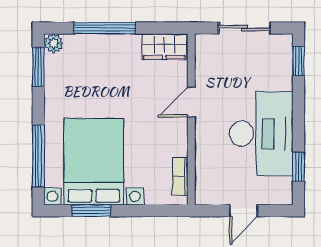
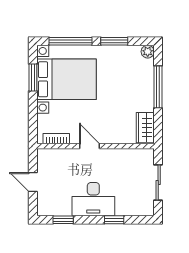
window: (298, 61) -> (114, 220), moved
window: (38, 67) -> (114, 41), moved
door: (191, 102) -> (90, 146), moved
desk: (261, 134) -> (93, 199), width x0.73, depth x0.77

